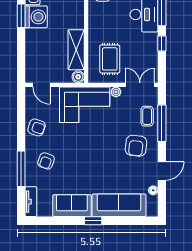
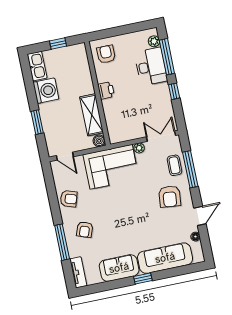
window: (21, 16) -> (37, 122), moved
printer: (95, 29) -> (106, 90), added
rug: (110, 59) -> (126, 117), removed

